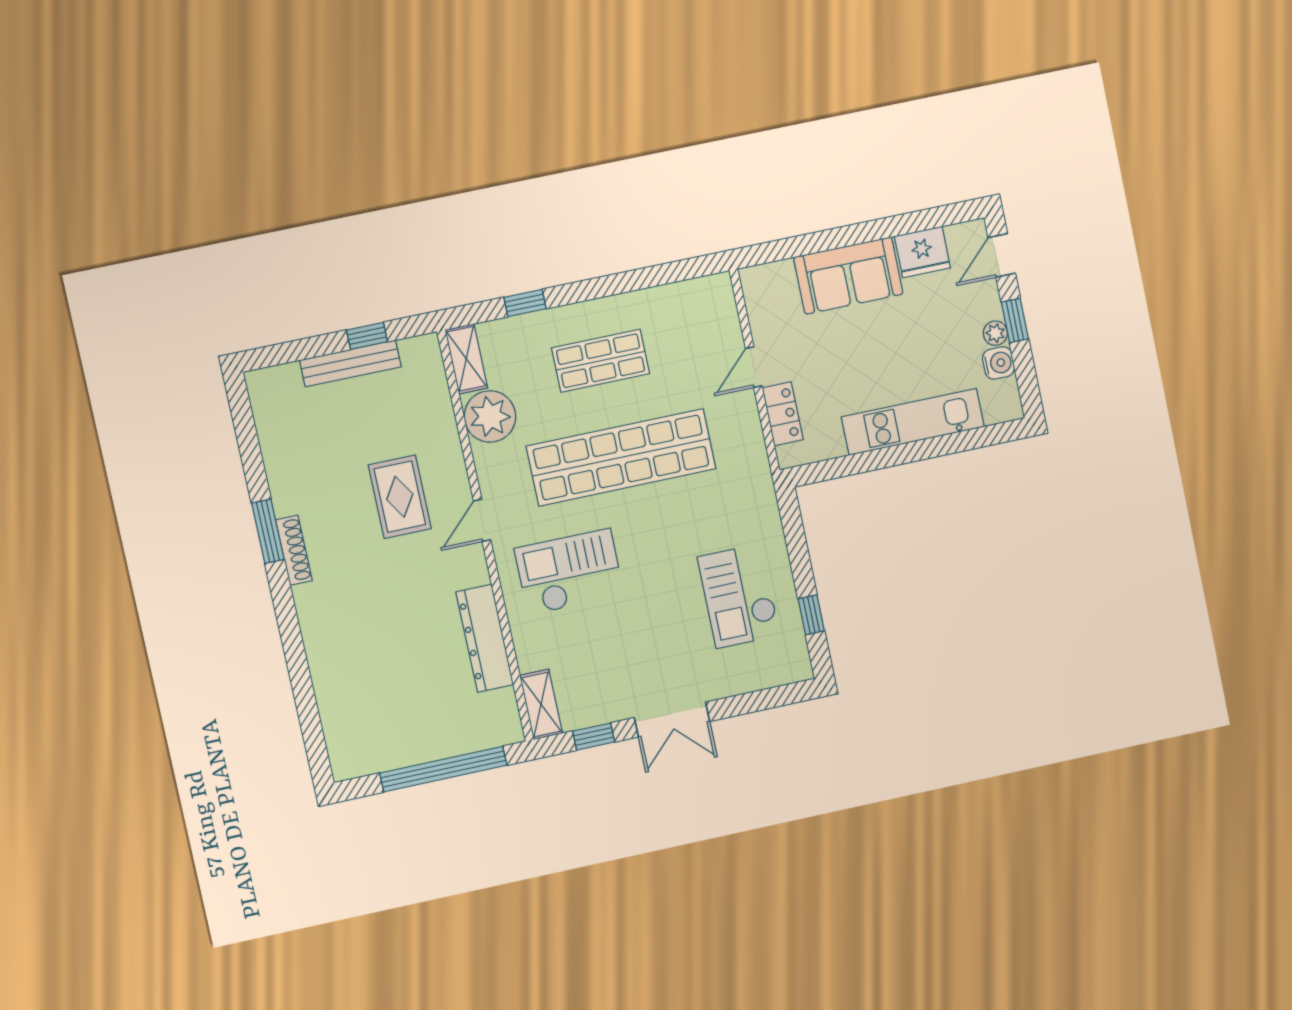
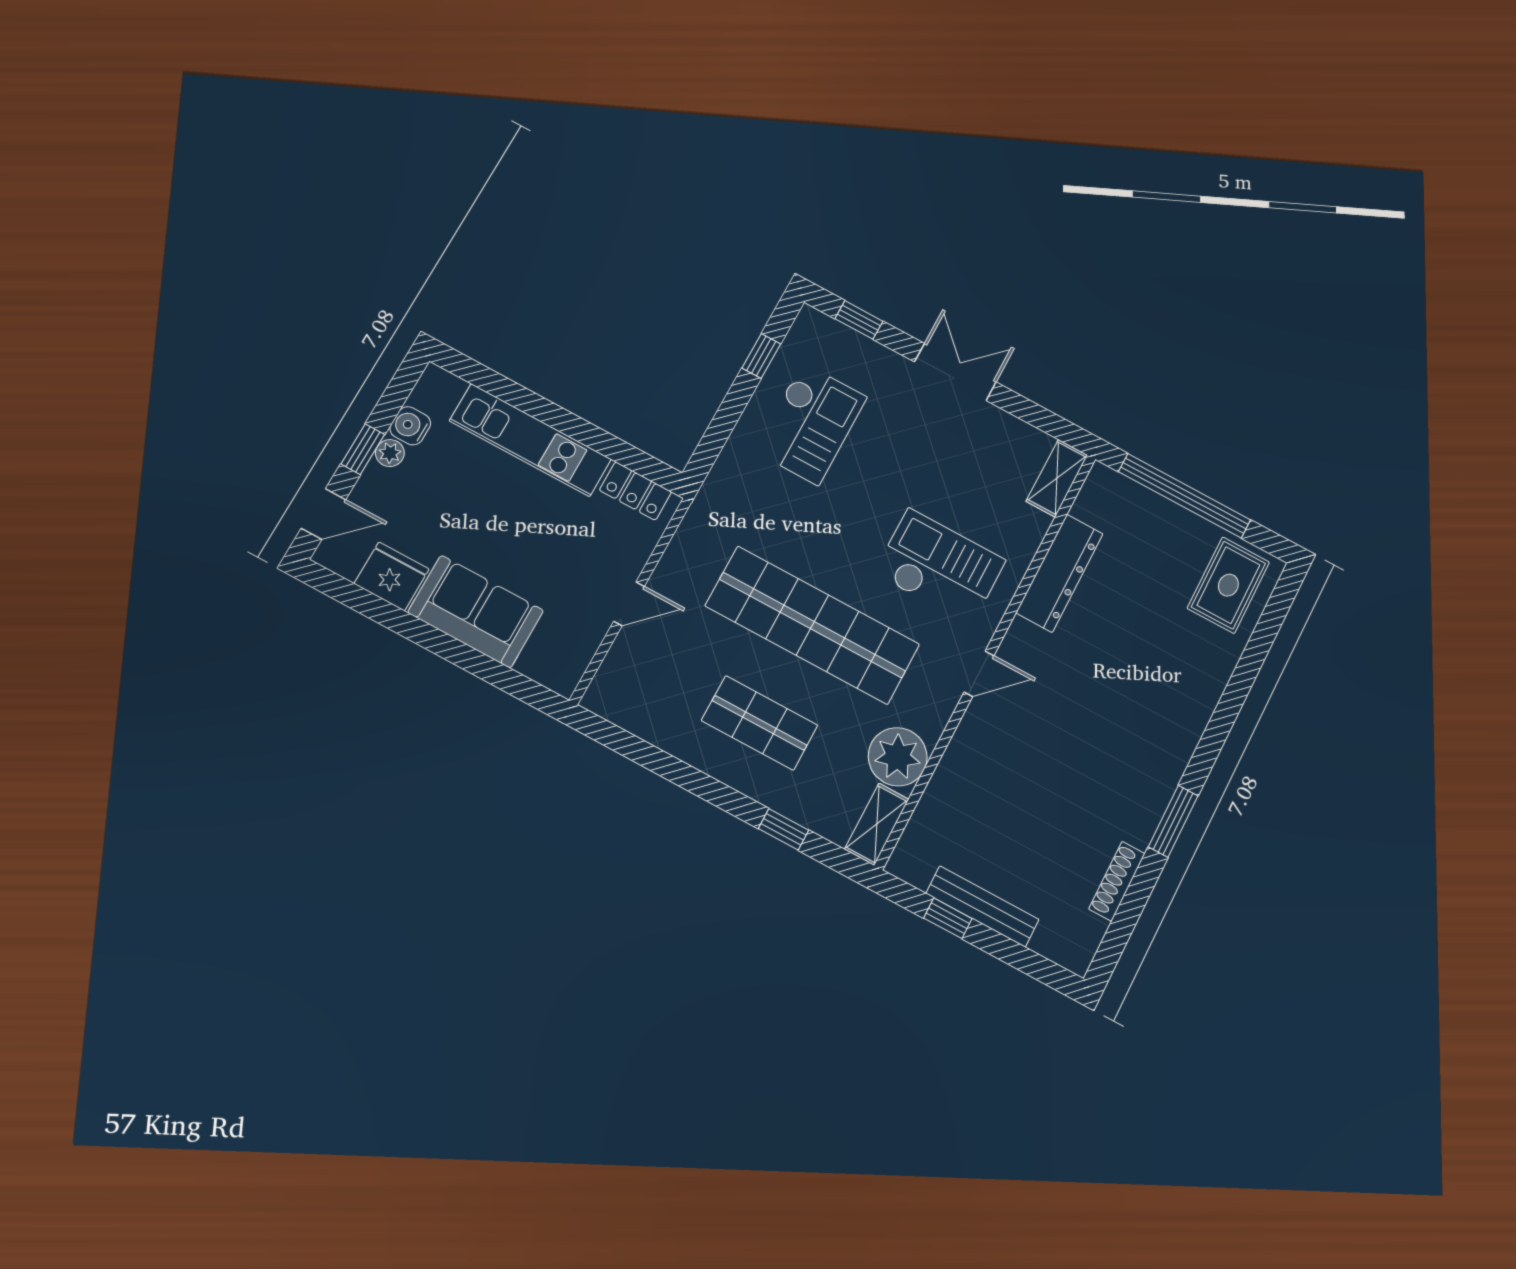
locker: (783, 414) -> (635, 491), moved, turned -90
rug: (400, 497) -> (1228, 585), moved
shoe rack: (294, 550) -> (1117, 881), moved
checkout: (569, 572) -> (940, 567), turned 180
window: (594, 737) -> (859, 320), moved

